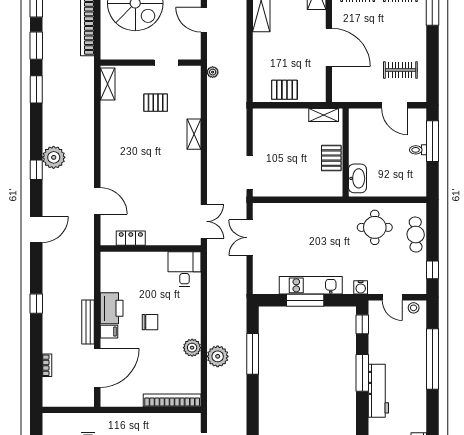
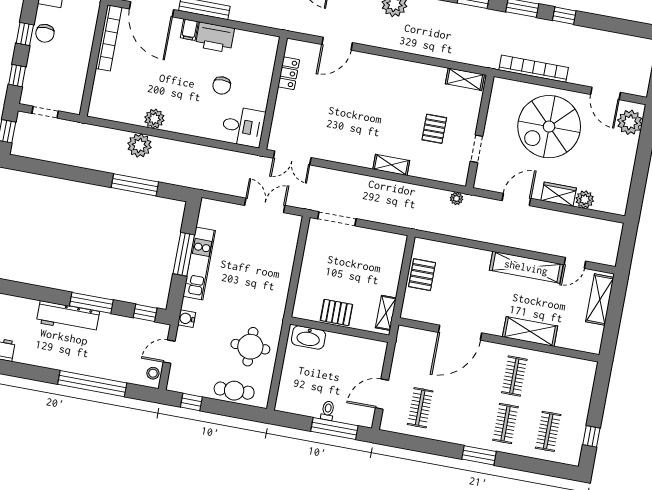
chair: (150, 322) -> (222, 85), moved
bookcase: (172, 400) -> (109, 38), moved

